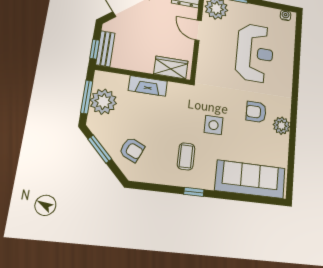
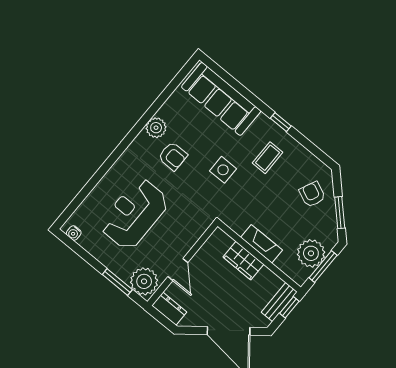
wardrobe: (171, 67) -> (243, 261), moved

